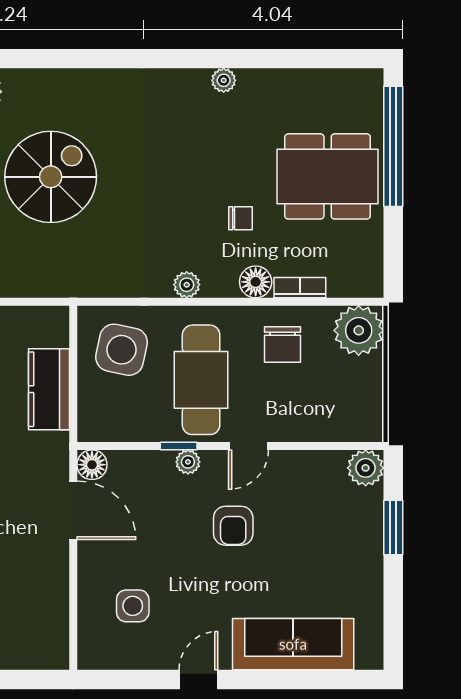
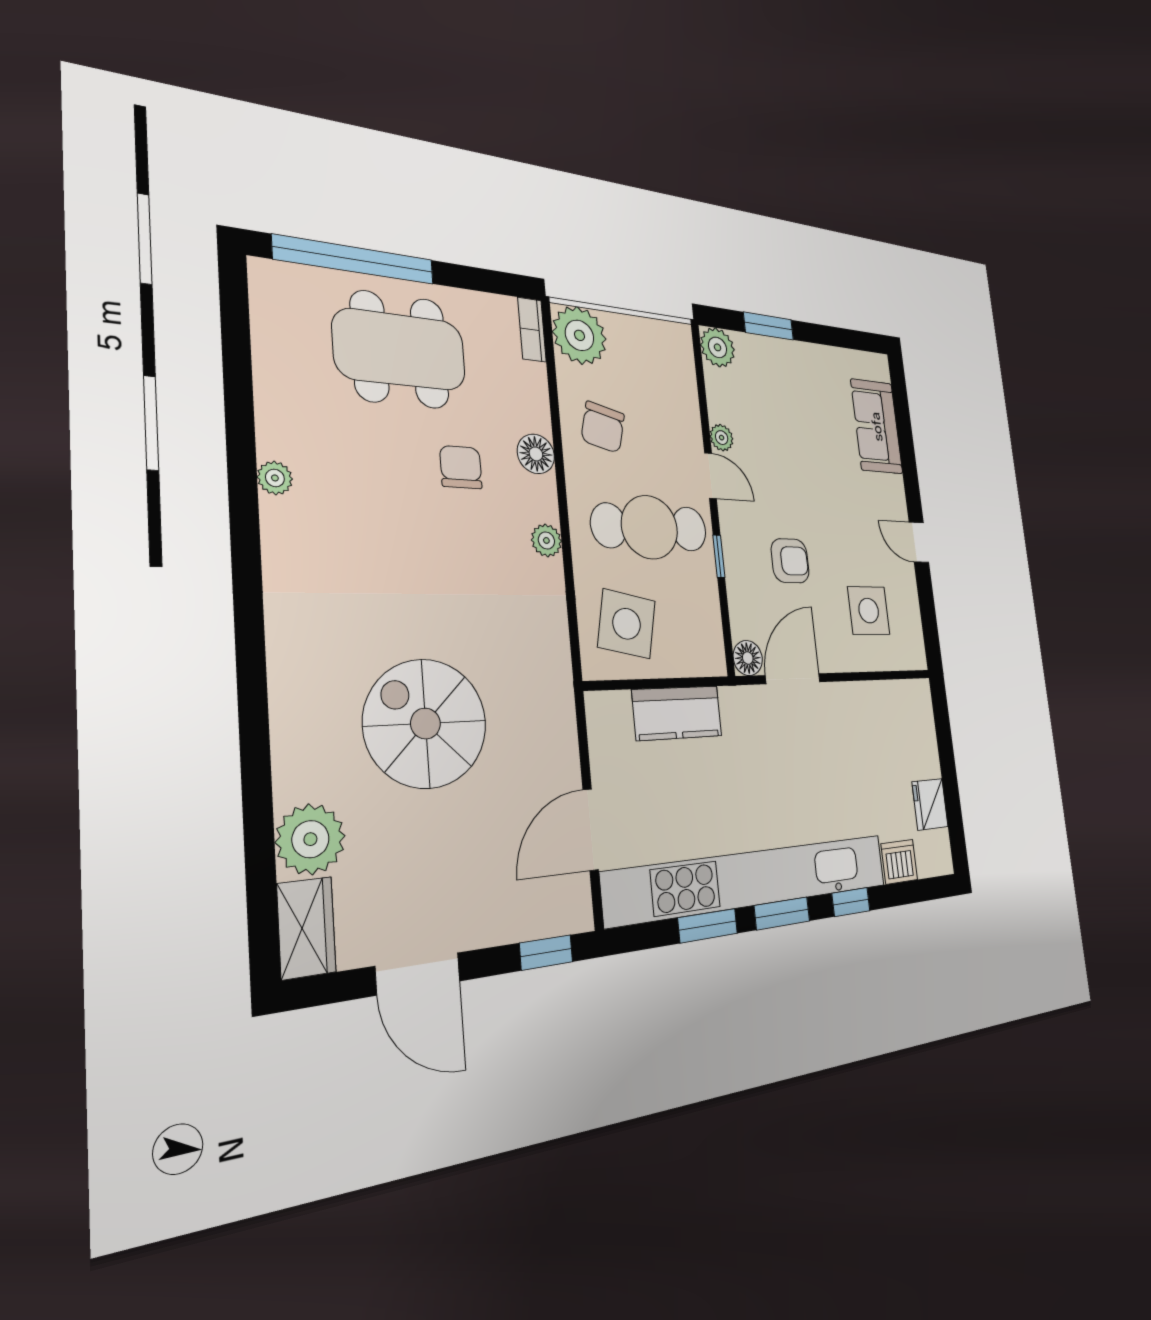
dining table: (328, 176) -> (400, 350), turned 90
chair: (241, 218) -> (461, 467), width x1.37, depth x1.37
bookcase: (300, 288) -> (532, 330), moved
chair: (283, 344) -> (603, 427), turned 104
plant: (188, 462) -> (722, 438), moved
armchair: (233, 526) -> (790, 561), moved
side table: (133, 606) -> (869, 611), width x1.37, depth x1.37
sofa: (293, 644) -> (877, 426), width x0.73

